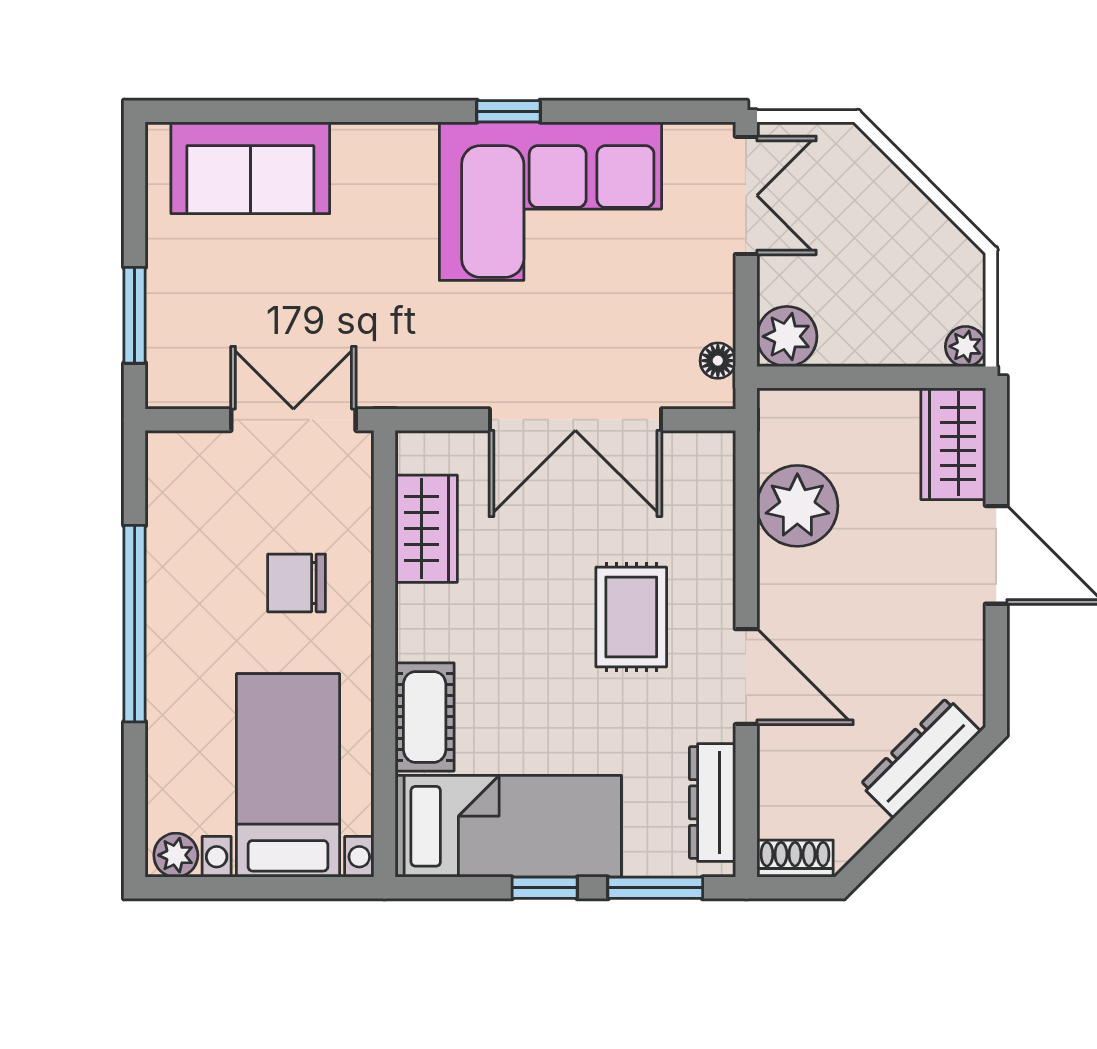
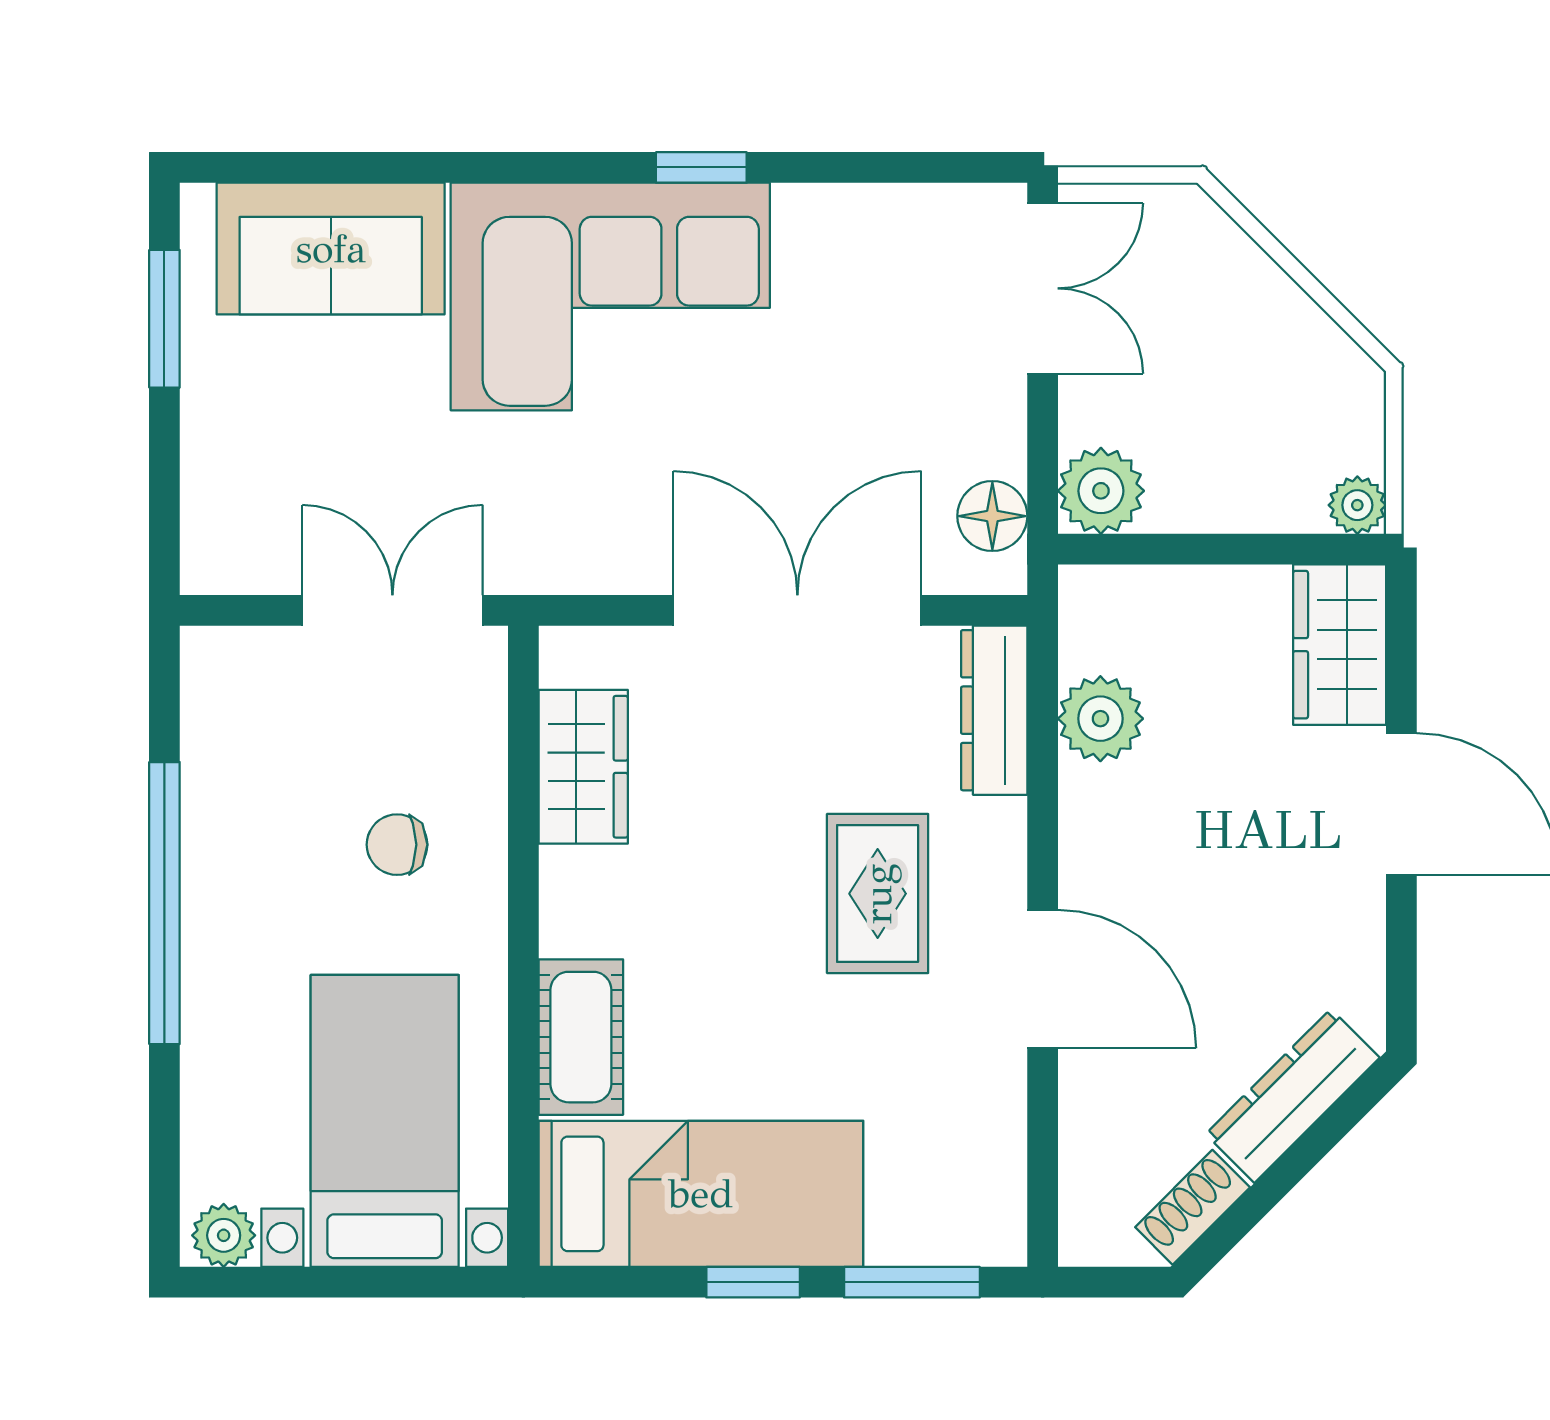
corner sofa: (550, 201) -> (610, 297), moved
window: (135, 315) -> (164, 319), moved
floor lamp: (718, 361) -> (992, 516), width x1.37, depth x1.37
double door: (575, 420) -> (797, 610), swing flipped
plant: (797, 506) -> (1100, 719), width x0.73, depth x0.73
chair: (297, 583) -> (397, 845), width x0.73, depth x0.73
dresser: (712, 802) -> (994, 710), moved
shoe rack: (795, 859) -> (1193, 1207), moved, turned -45

